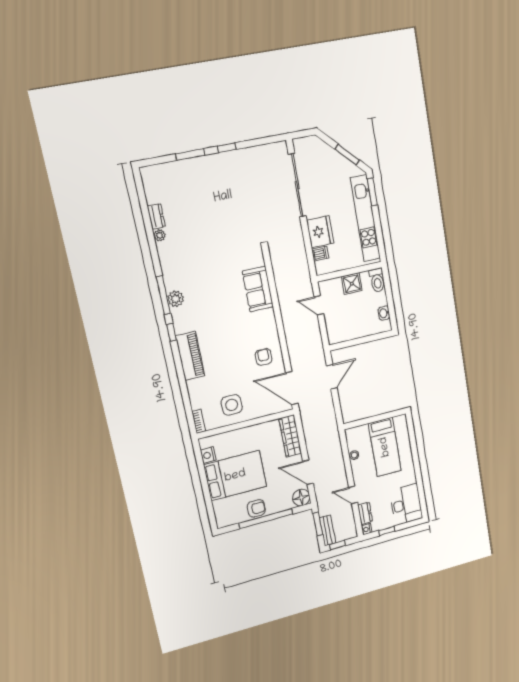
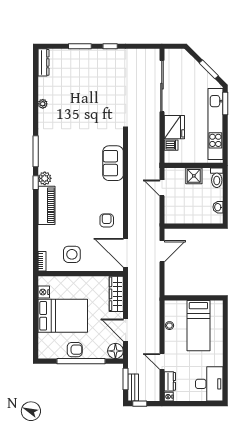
dresser: (156, 216) -> (43, 62), moved, width x1.44
plant: (176, 299) -> (45, 178), moved
window: (387, 531) -> (187, 404), removed

